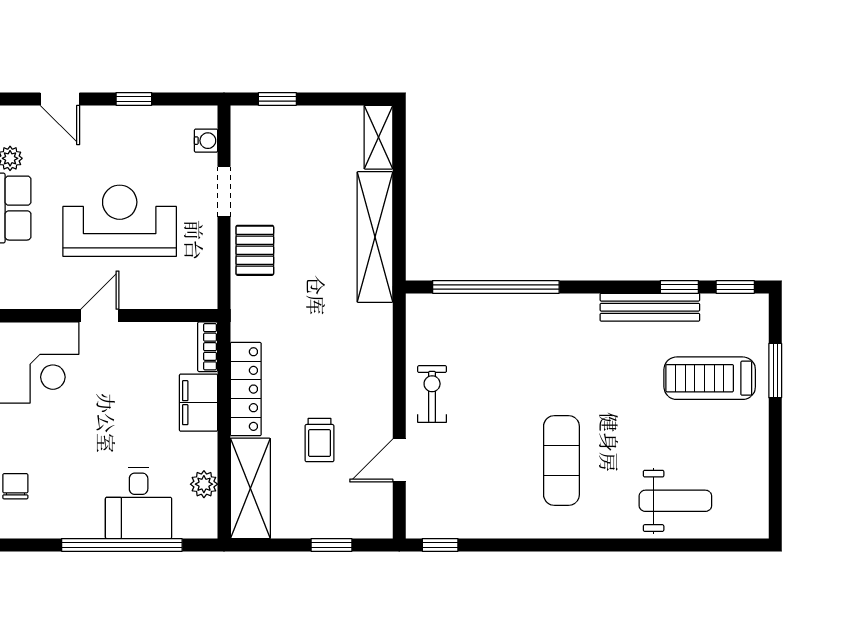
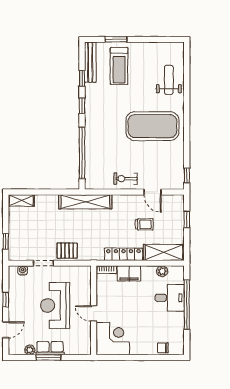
shelving: (375, 237) -> (85, 202), moved
window: (735, 287) -> (82, 106), moved
bench: (650, 307) -> (90, 62), moved
exercise mat: (561, 460) -> (152, 126), width x2.00, depth x1.45

